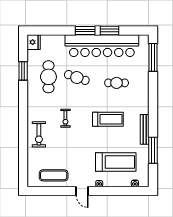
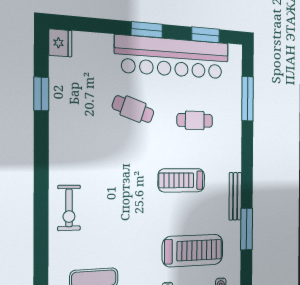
window: (110, 31) -> (206, 35), moved
window: (153, 57) -> (248, 99), moved
cafe table: (48, 77) -> (86, 106), removed
exercise bike: (65, 118) -> (114, 179), removed
treadmill: (108, 119) -> (181, 180), turned 180

